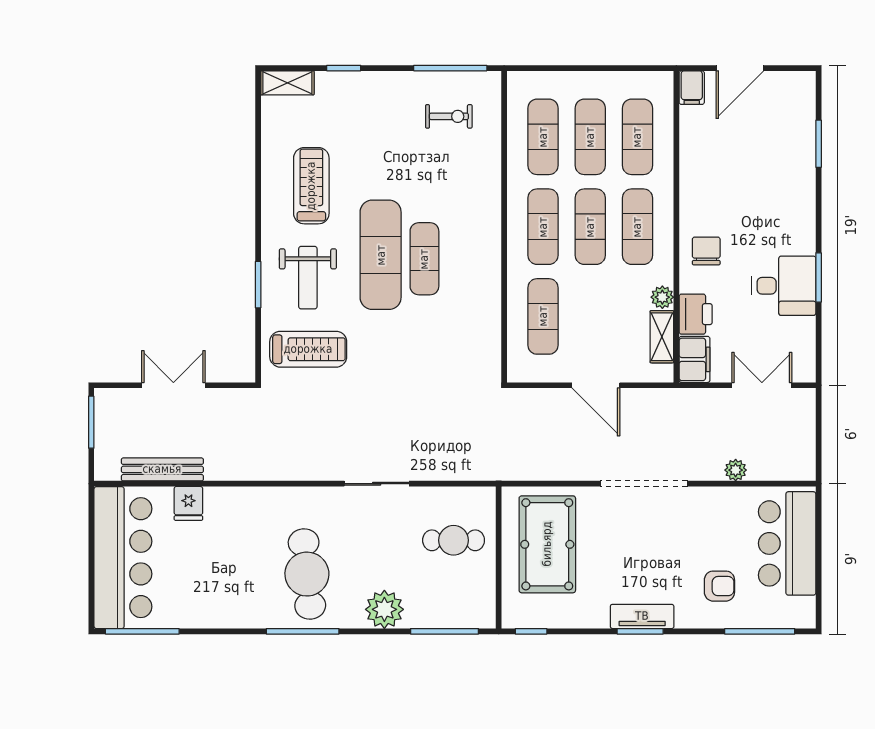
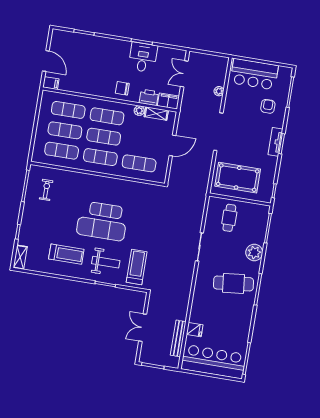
treadmill: (311, 186) -> (66, 254), turned 180

